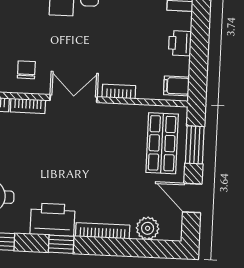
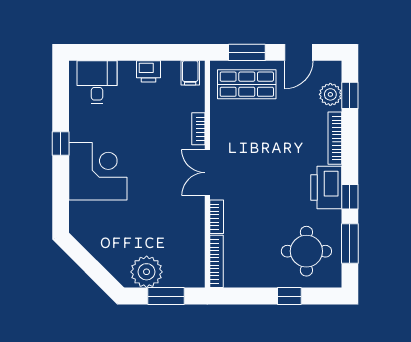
chair: (26, 70) -> (181, 220), removed
window: (61, 244) -> (350, 197), moved
window: (146, 248) -> (350, 95), added

